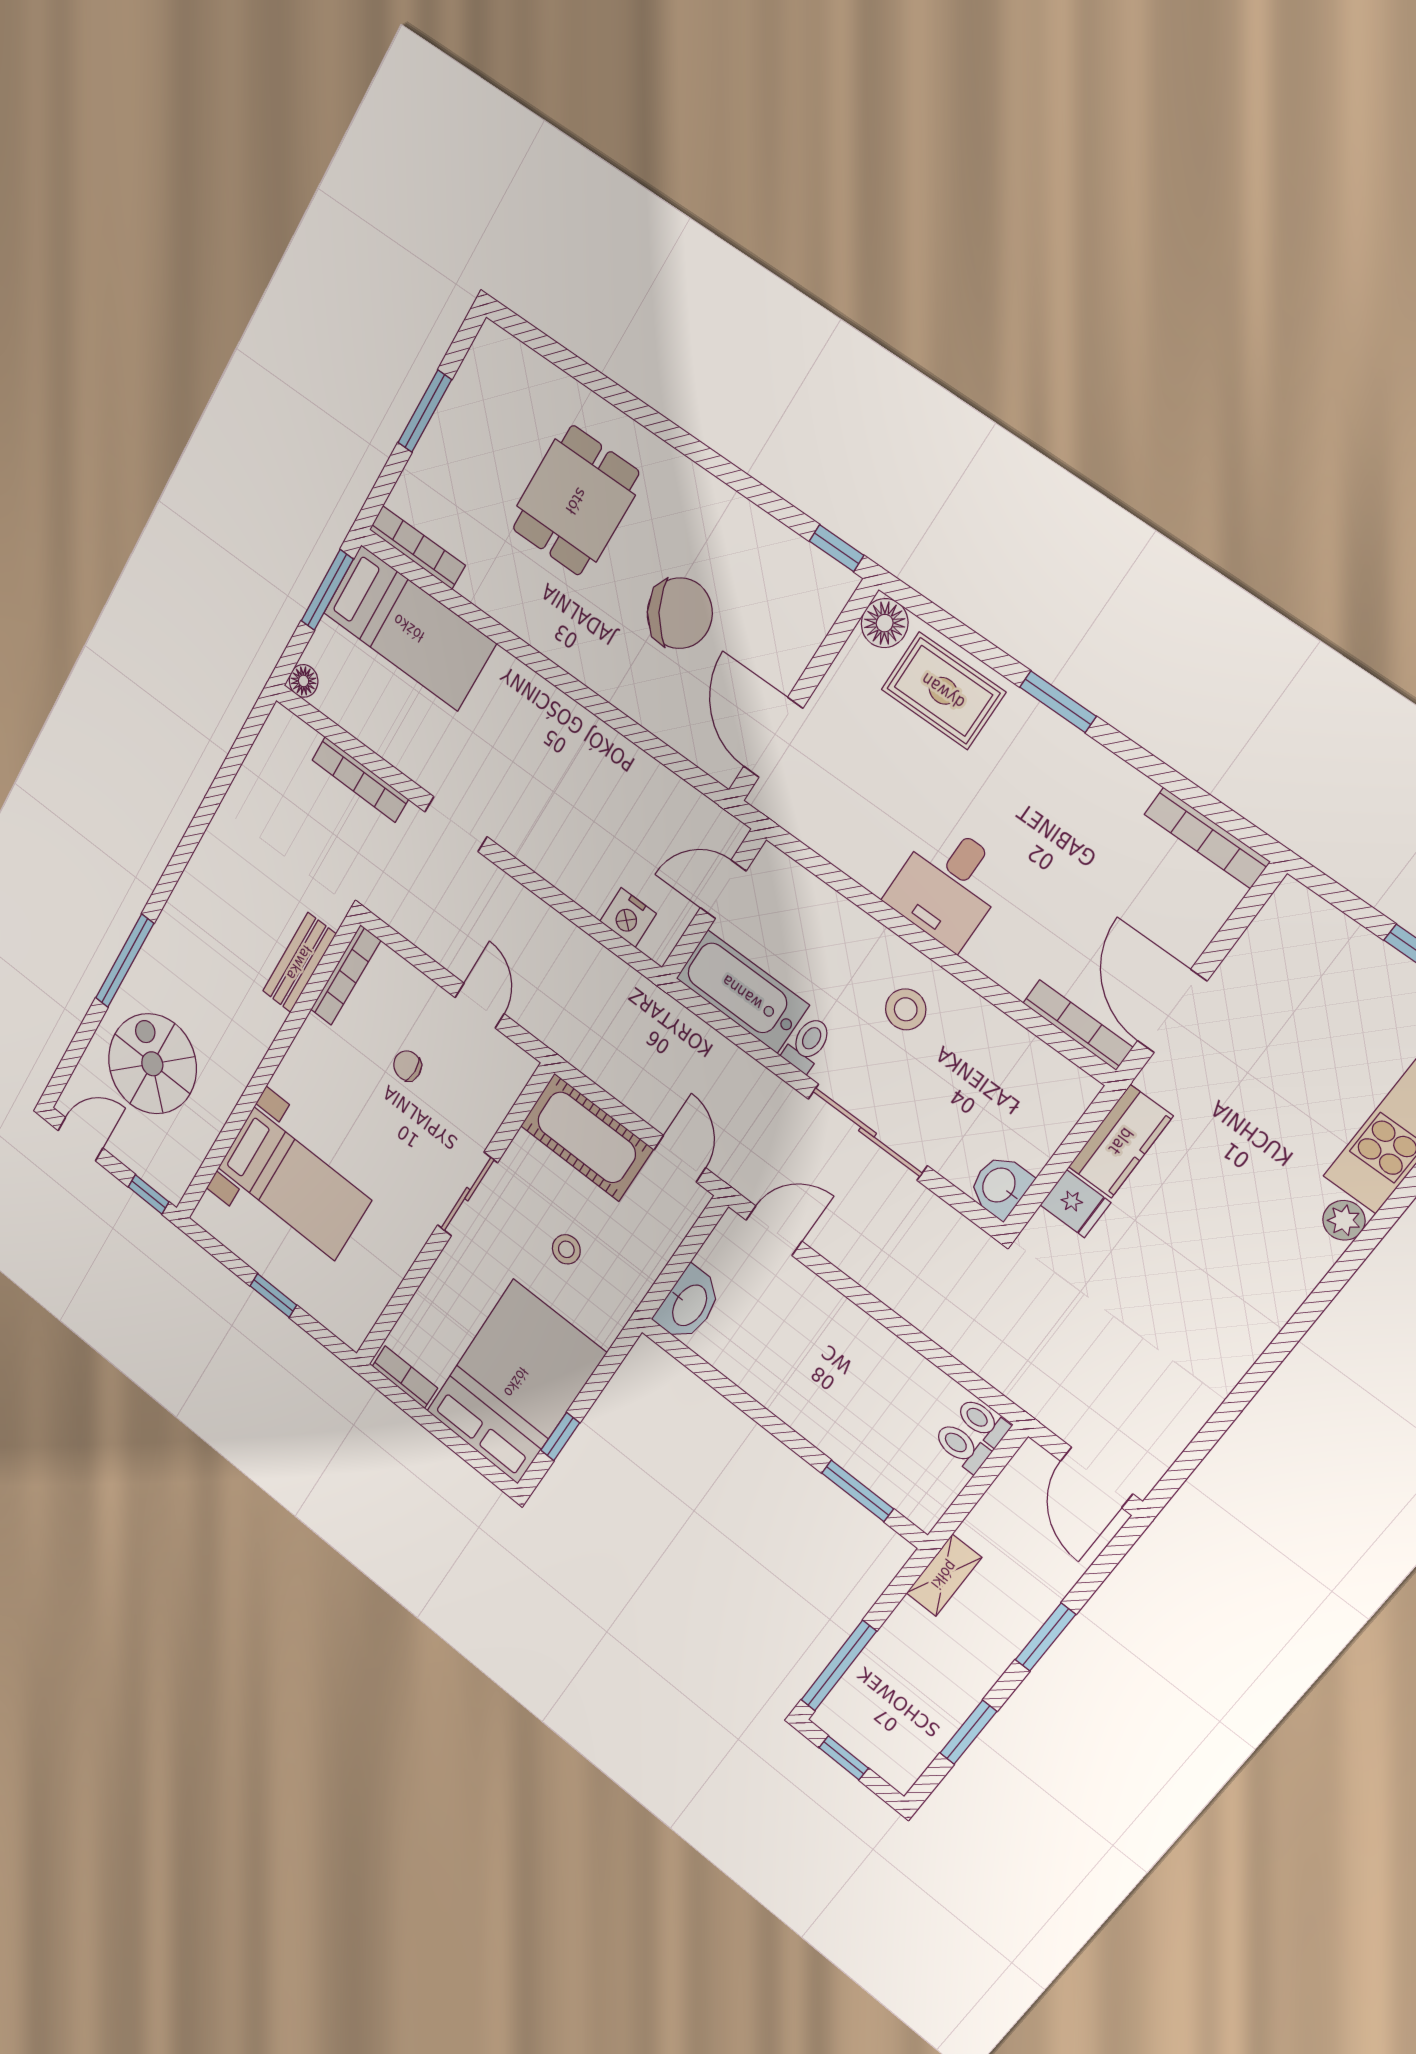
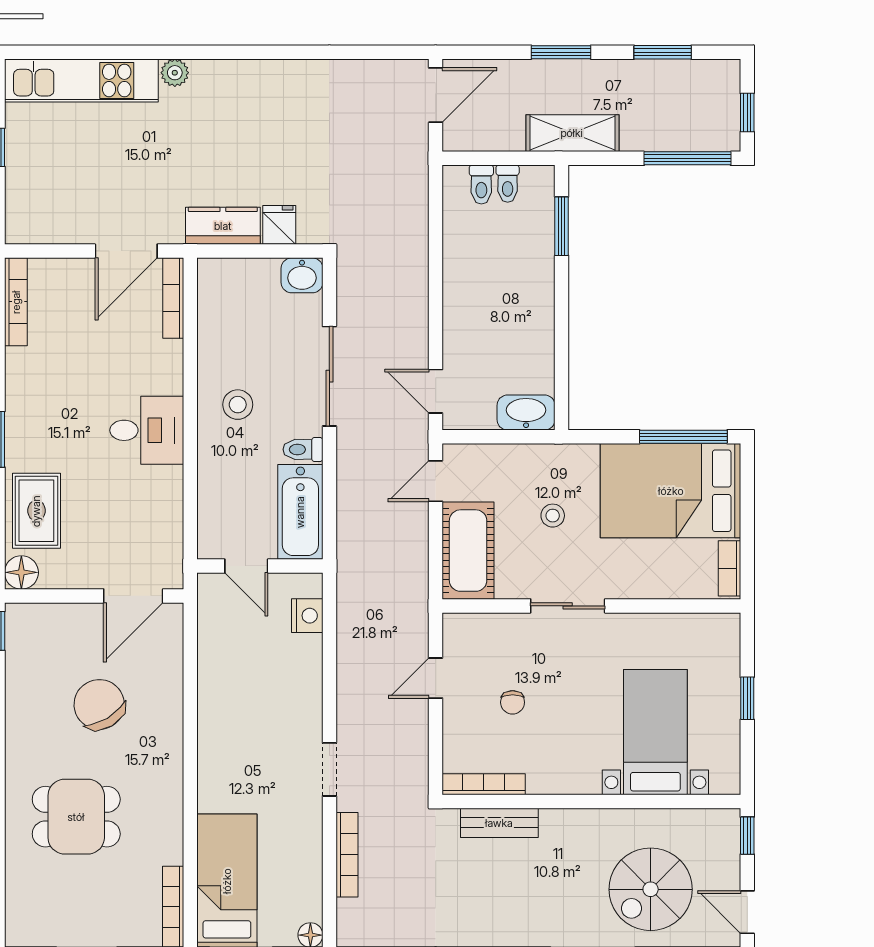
toilet: (983, 1422) -> (508, 184), moved
window: (560, 1437) -> (683, 437), width x2.17
shelving: (944, 1575) -> (572, 133), width x1.50, depth x1.33

